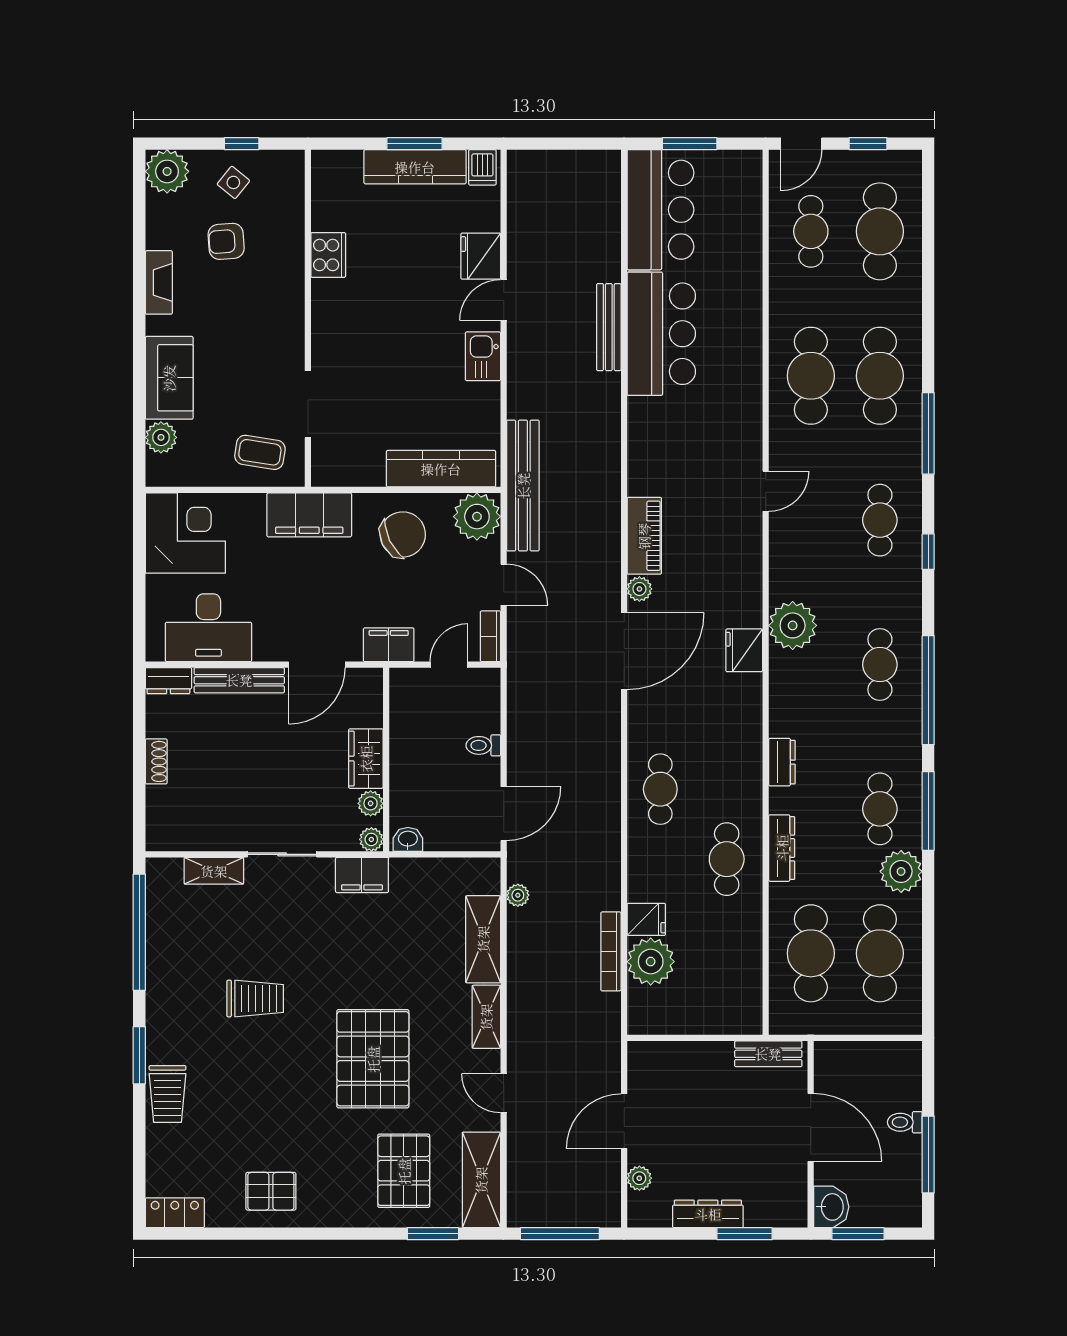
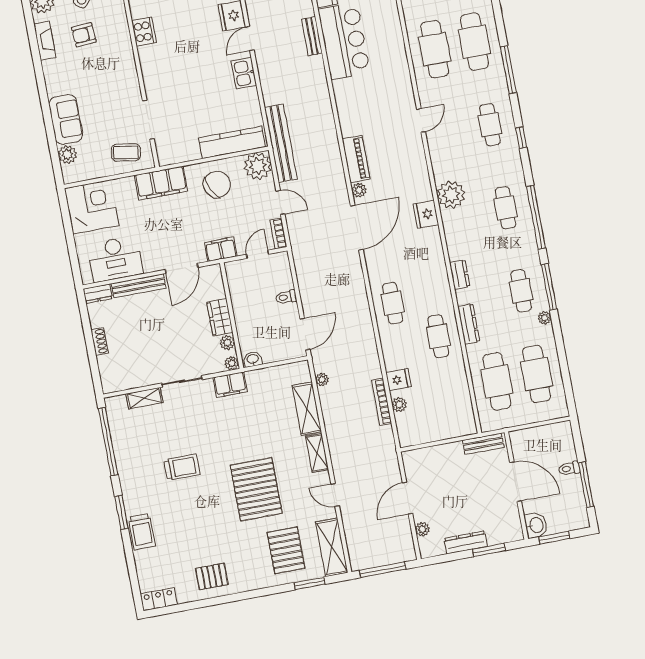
fireplace: (159, 282) -> (45, 41), moved
bench: (609, 327) -> (312, 36), width x0.73
plant: (901, 871) -> (545, 318), width x0.53, depth x0.53
plant: (651, 962) -> (399, 405), width x0.53, depth x0.53

